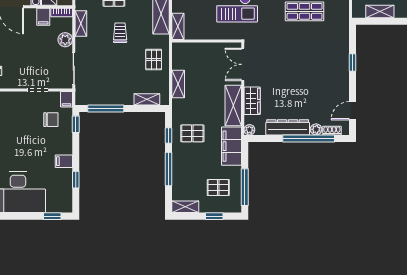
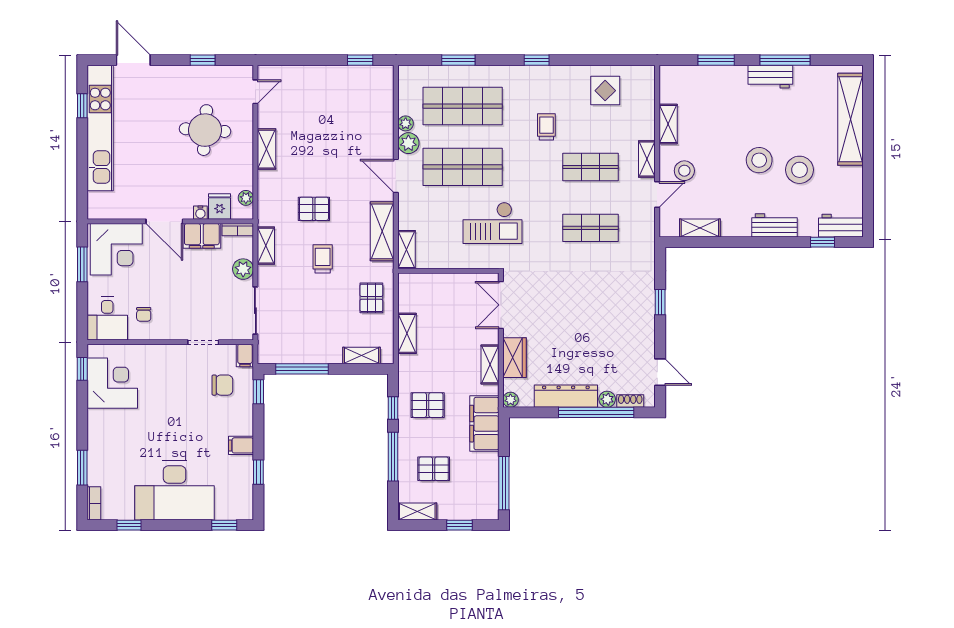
filing cabinet: (43, 17) -> (202, 236), width x2.00
shelving: (233, 105) -> (490, 365), width x0.67, depth x0.75
door: (353, 111) -> (660, 372), swing flipped
pallet: (218, 188) -> (434, 469), moved

